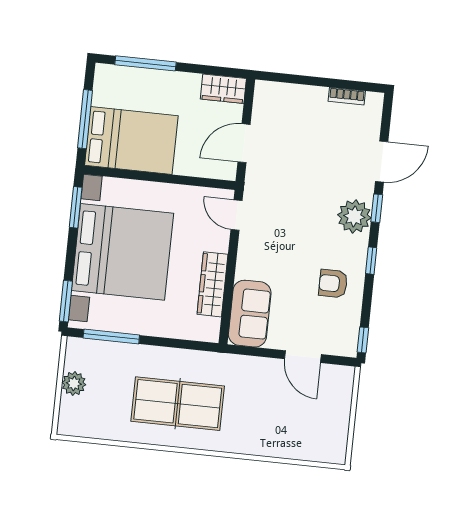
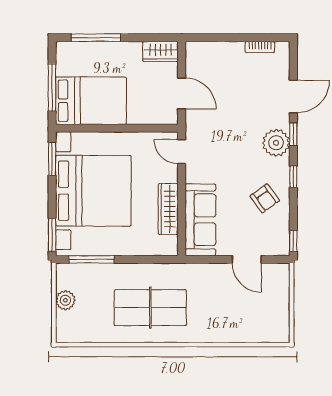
door: (244, 143) -> (182, 93), swing flipped
armchair: (333, 284) -> (265, 198), turned -126
sofa: (250, 314) -> (200, 220), width x1.36

